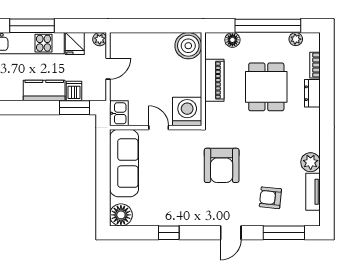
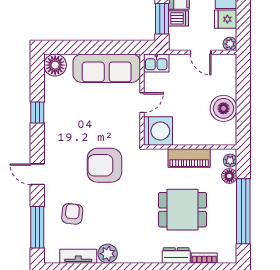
plant: (296, 39) -> (230, 161), moved
boiler: (188, 46) -> (223, 108), moved

